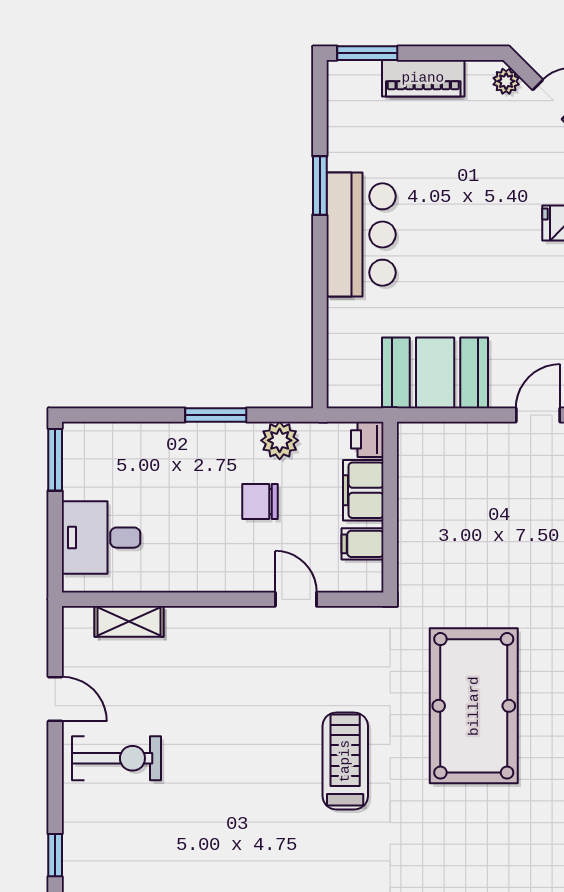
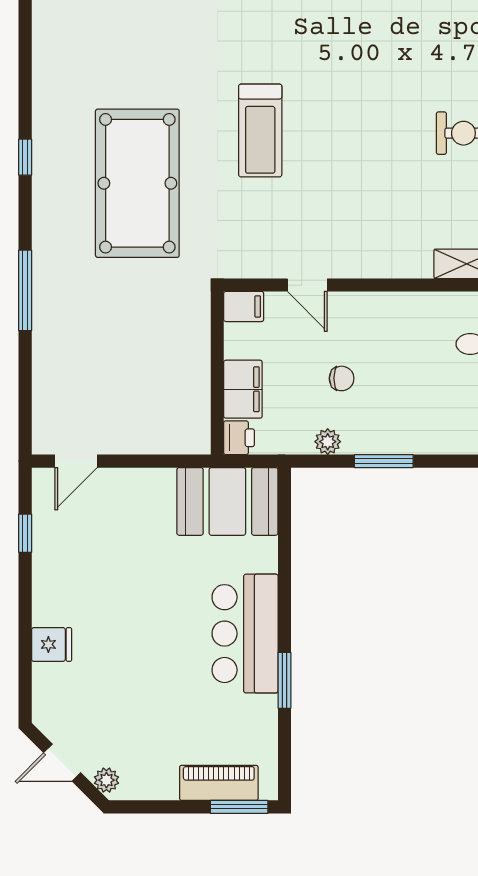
piano: (423, 78) -> (219, 783), moved
booth: (435, 373) -> (227, 501), moved
plant: (280, 440) -> (328, 442), width x0.73, depth x0.73
chair: (260, 502) -> (342, 378), width x0.73, depth x0.73
filing cabinet: (362, 544) -> (244, 306), moved

